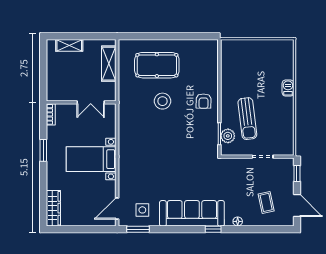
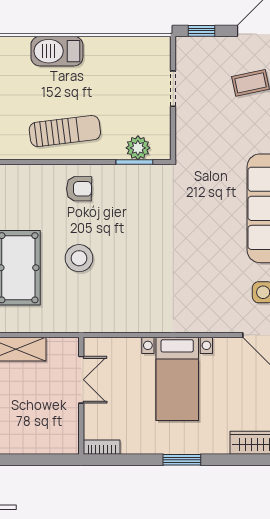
barbecue: (288, 88) -> (57, 51), width x1.88, depth x1.53
sun lounger: (247, 119) -> (65, 131), moved
window: (43, 150) -> (182, 460), moved

